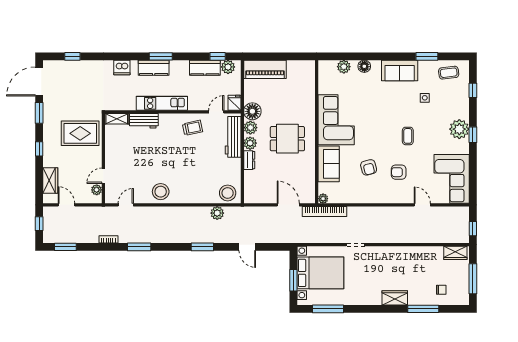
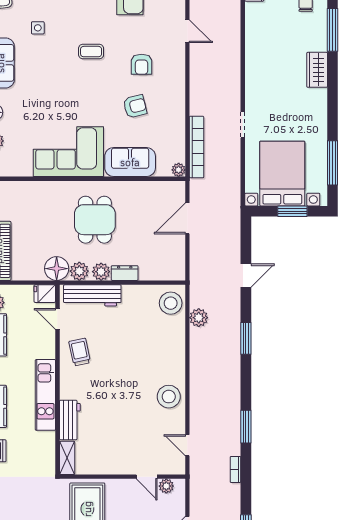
door: (422, 205) -> (187, 31), swing flipped
bookcase: (325, 211) -> (197, 147), moved

